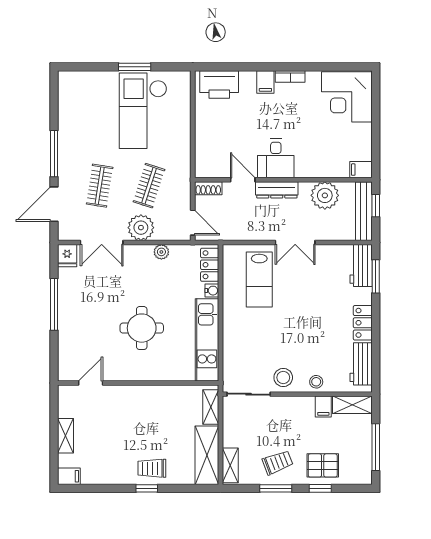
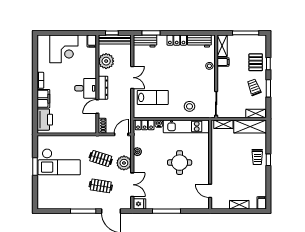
filing cabinet: (265, 82) -> (43, 99), width x2.00
corner desk: (347, 97) -> (64, 49), moved
stool: (283, 377) -> (189, 106), moved

